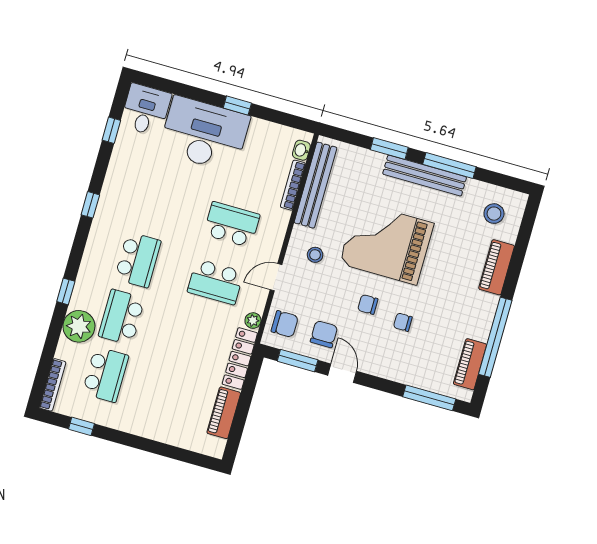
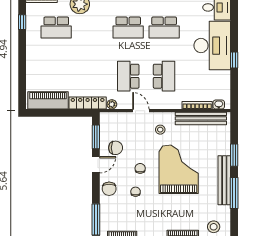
school desk: (122, 317) -> (164, 28), moved, turned 180
chair: (285, 324) -> (109, 189), moved
piano: (224, 413) -> (48, 100), width x1.37, depth x1.33

